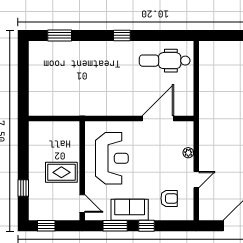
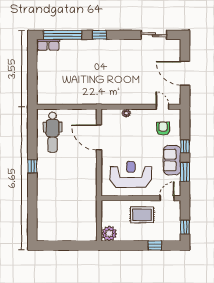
window: (60, 35) -> (32, 216), removed
plant: (38, 131) -> (109, 234), added
rug: (61, 172) -> (142, 215), turned 90
door: (196, 180) -> (162, 107), moved

